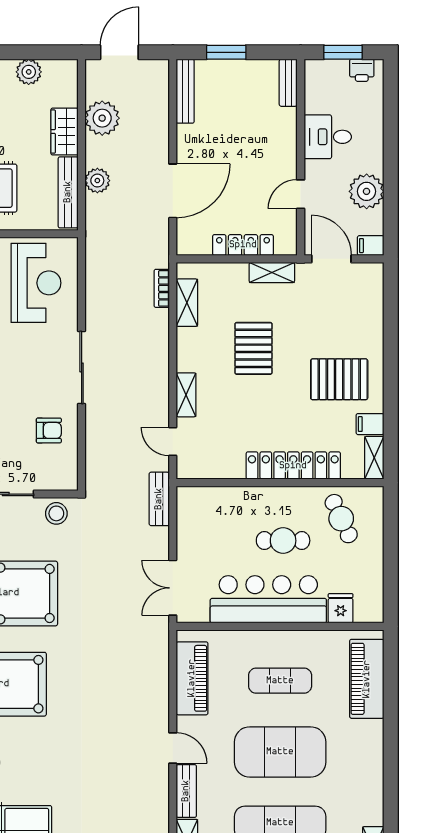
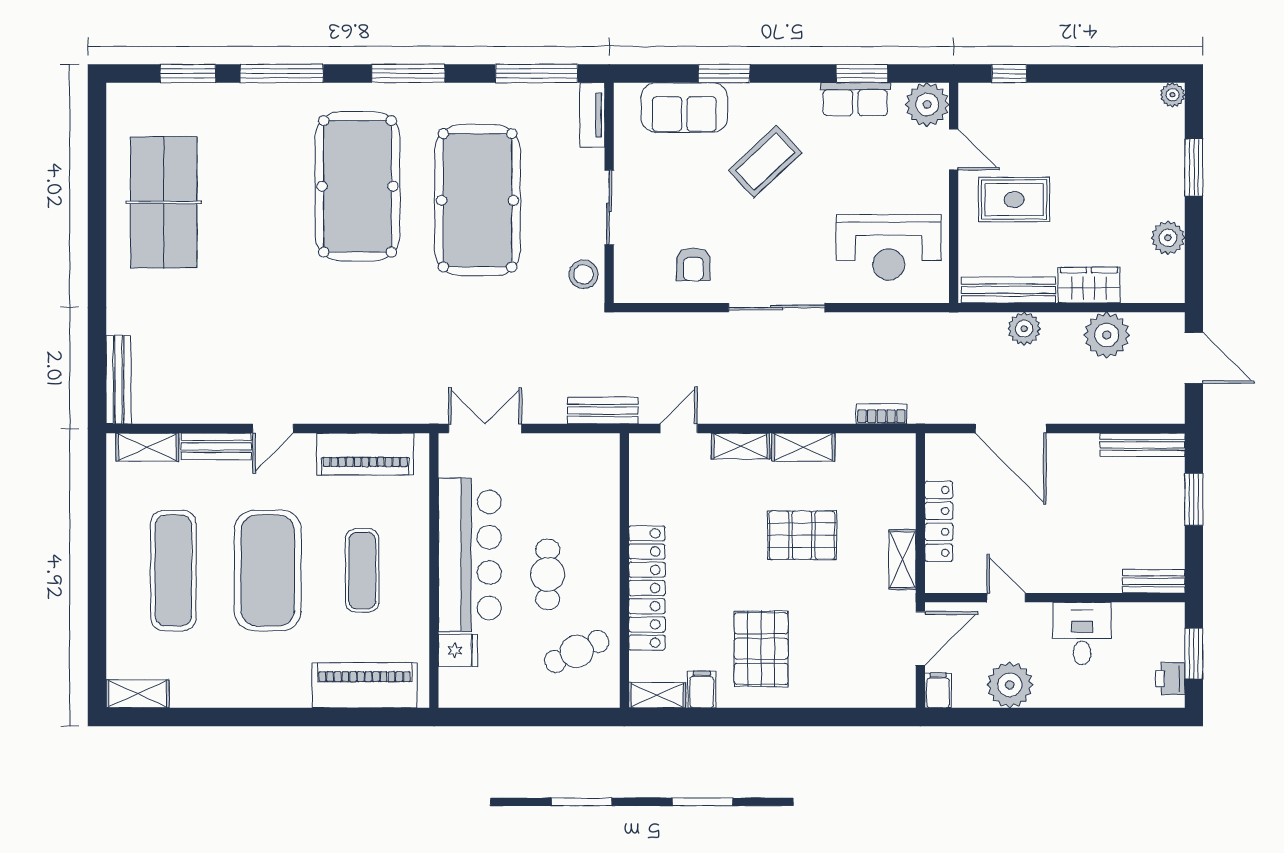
shelving: (187, 303) -> (803, 447), moved

